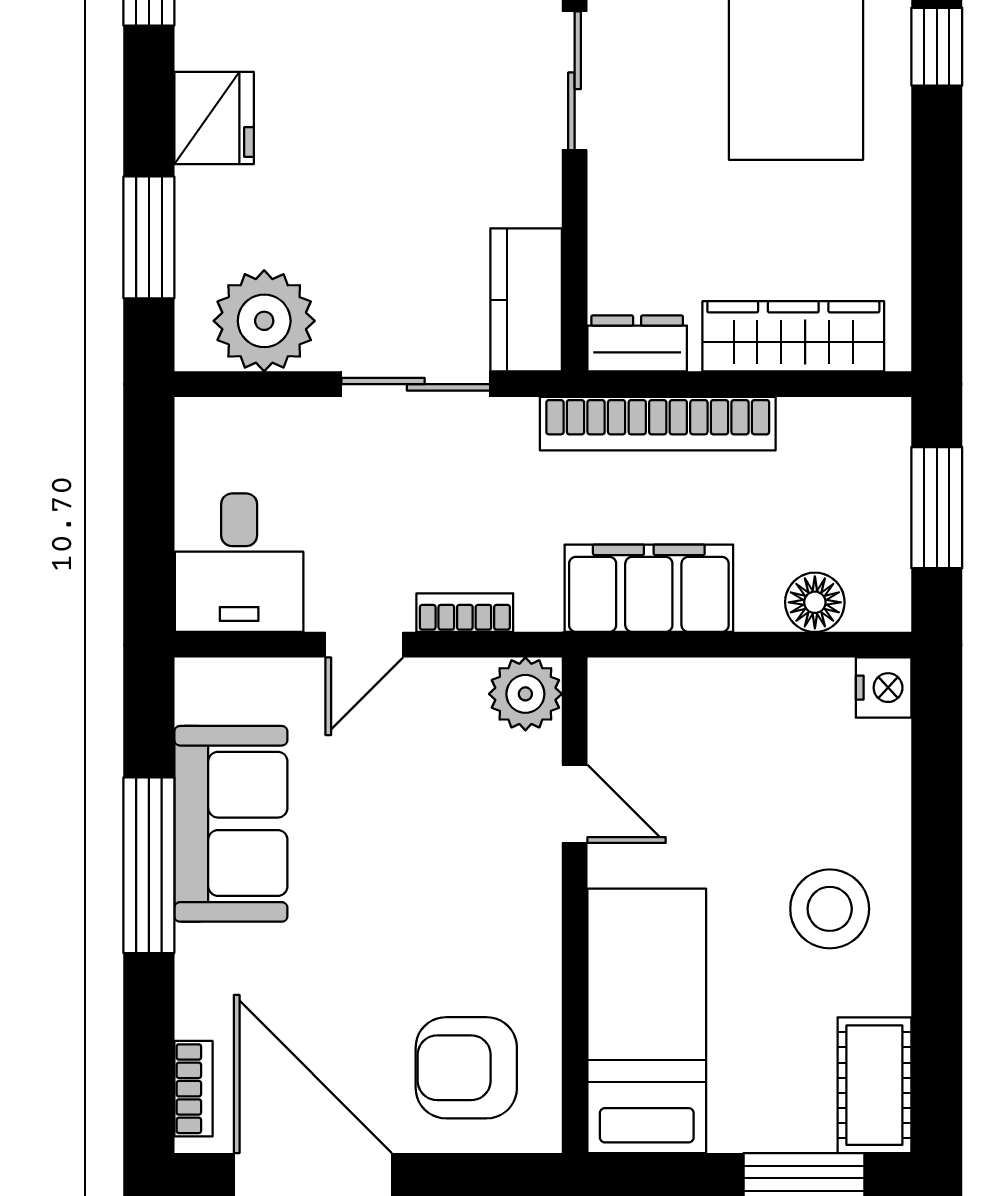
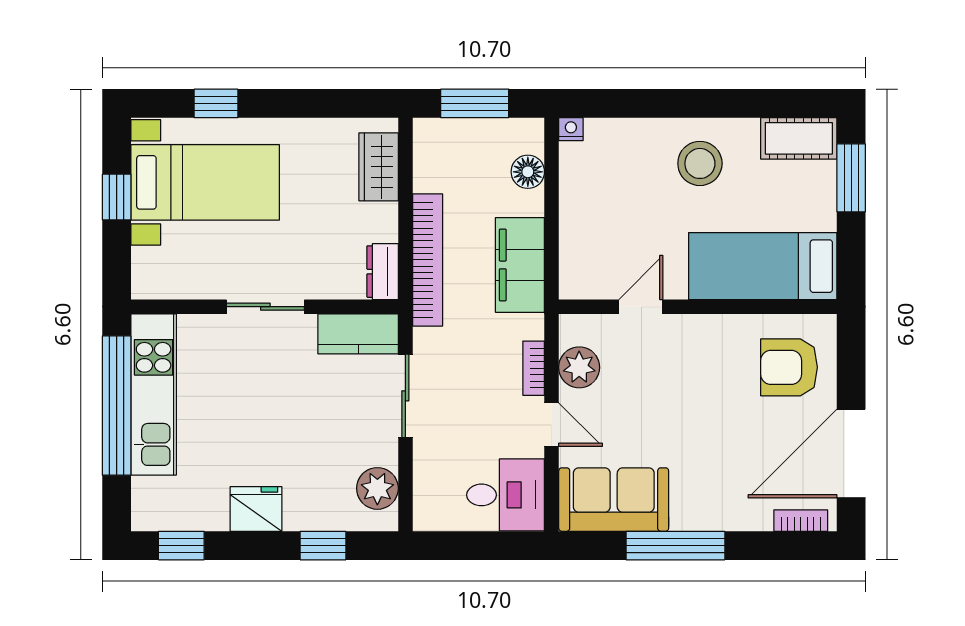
sliding door: (575, 81) -> (265, 307), moved
window: (149, 237) -> (323, 546), width x0.67
plant: (264, 321) -> (377, 488), width x0.73, depth x0.73
wardrobe: (793, 336) -> (379, 167), width x0.67
nightstand: (884, 688) -> (571, 129), width x0.72, depth x0.74
plant: (525, 694) -> (579, 367), moved
sofa: (231, 824) -> (614, 500), moved
armchair: (466, 1068) -> (789, 367), turned 90

